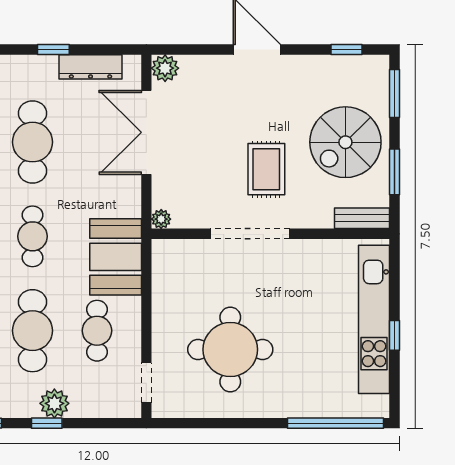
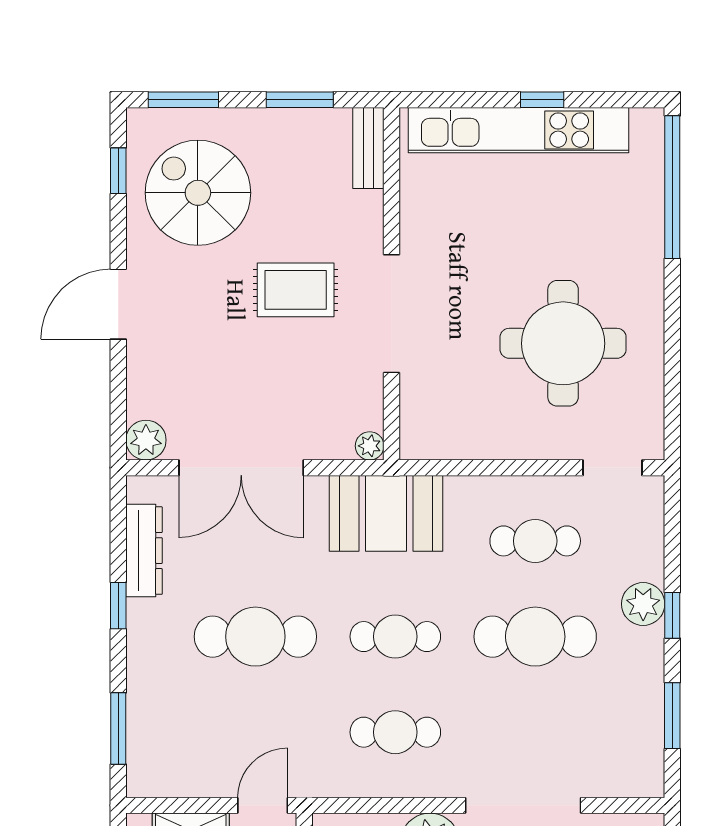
spiral stairs: (345, 142) -> (198, 193), moved, turned 180
booth: (116, 257) -> (386, 513), moved

